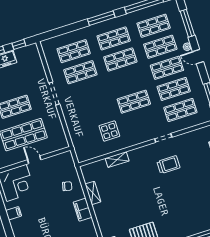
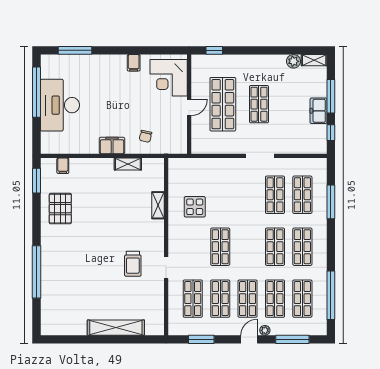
window: (101, 18) -> (331, 202), moved

